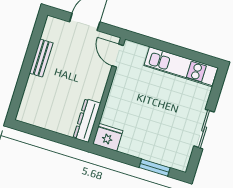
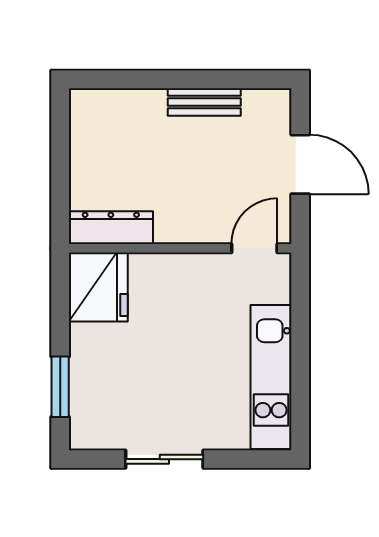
fridge: (108, 137) -> (98, 287), width x1.36, depth x1.34

